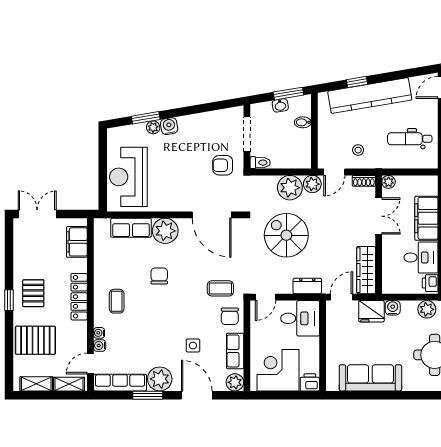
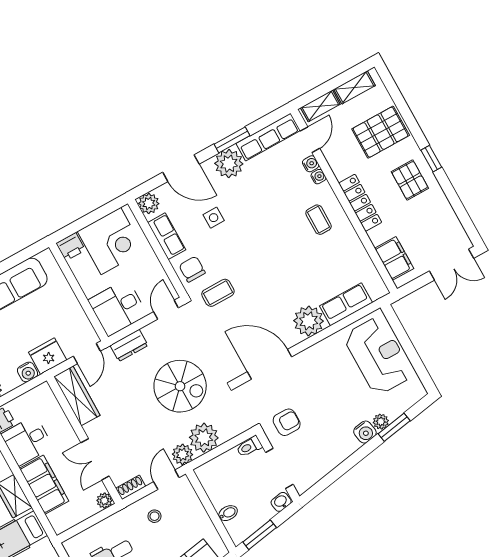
washbasin: (280, 105) -> (281, 502), moved
chair: (159, 276) -> (289, 270), removed

